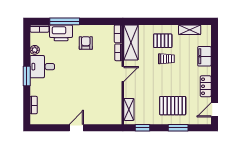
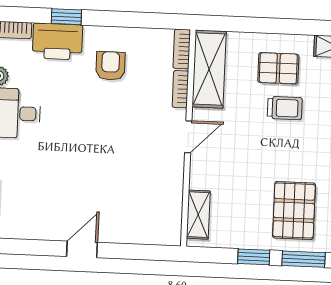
window: (65, 21) -> (66, 17), width x0.46
pallet: (173, 106) -> (294, 210), turned 90
window: (143, 128) -> (254, 257), moved

